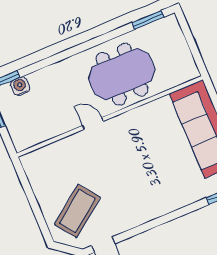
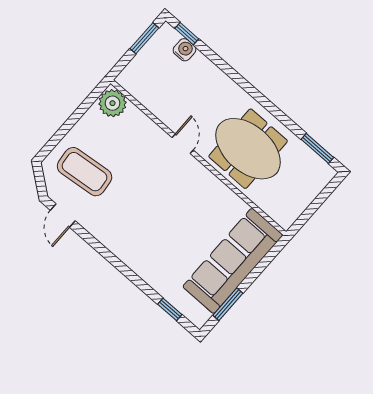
plant: (34, 163) -> (112, 103), added
coffee table: (77, 211) -> (85, 172), turned 31

